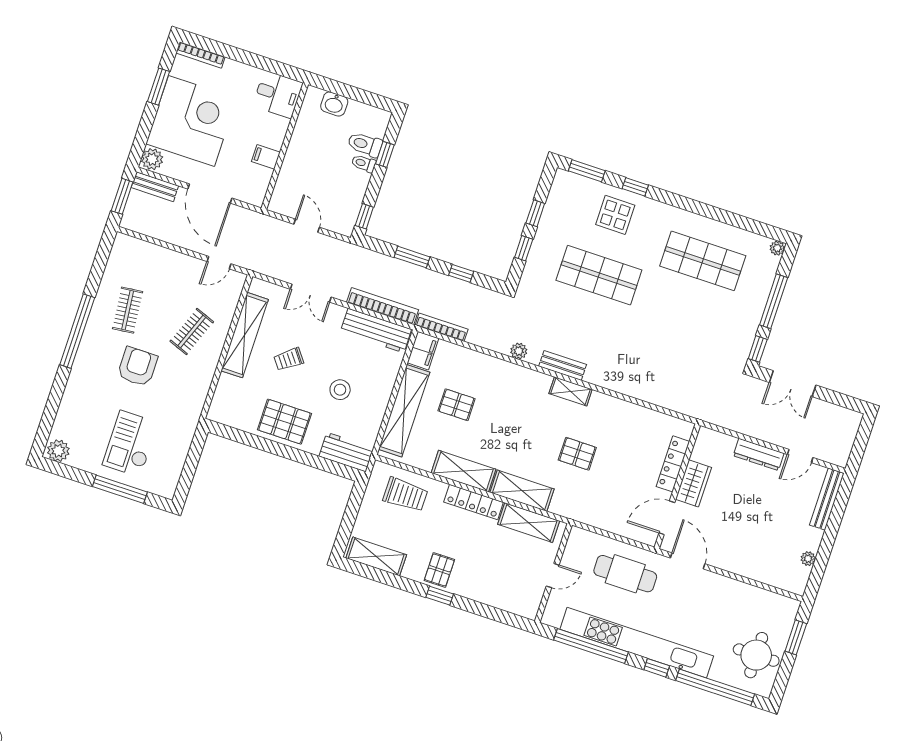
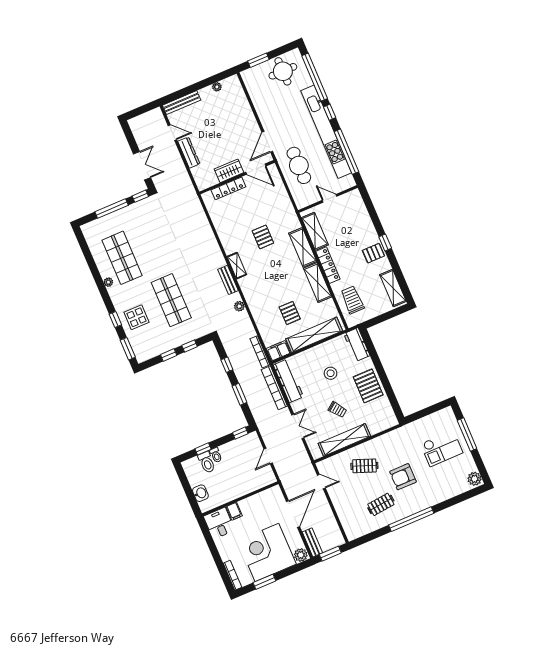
filing cabinet: (266, 157) -> (234, 511), moved
plant: (777, 248) -> (108, 282), moved

